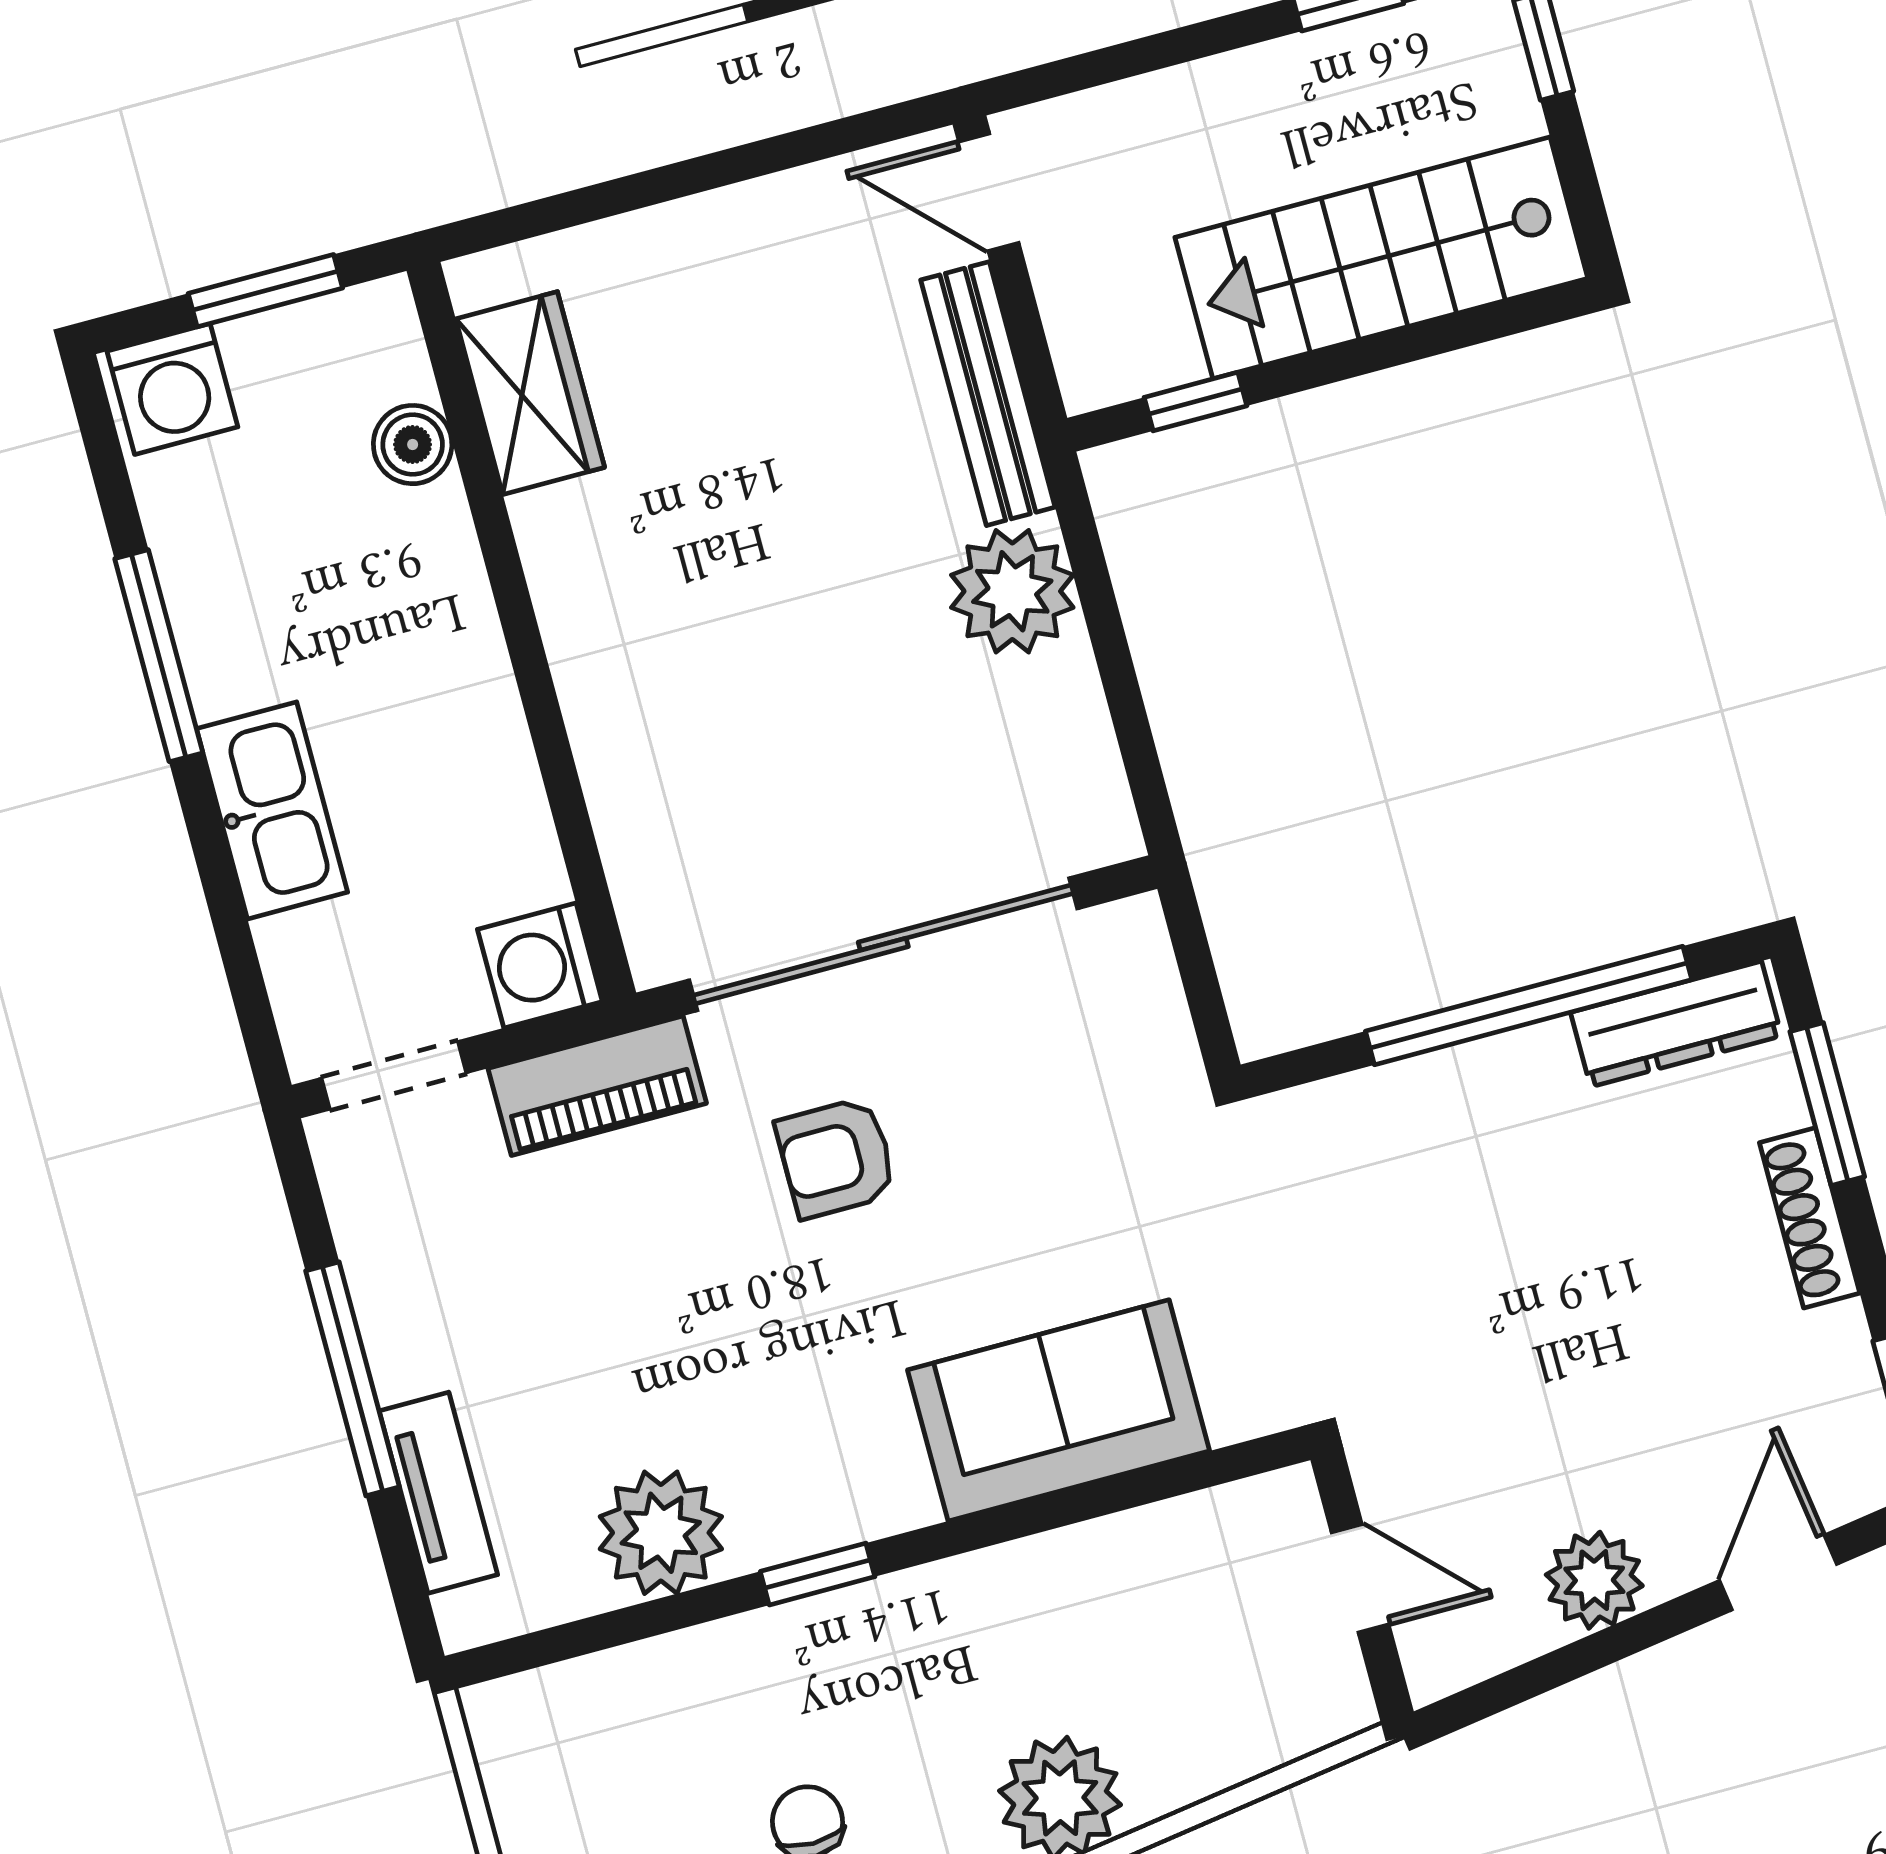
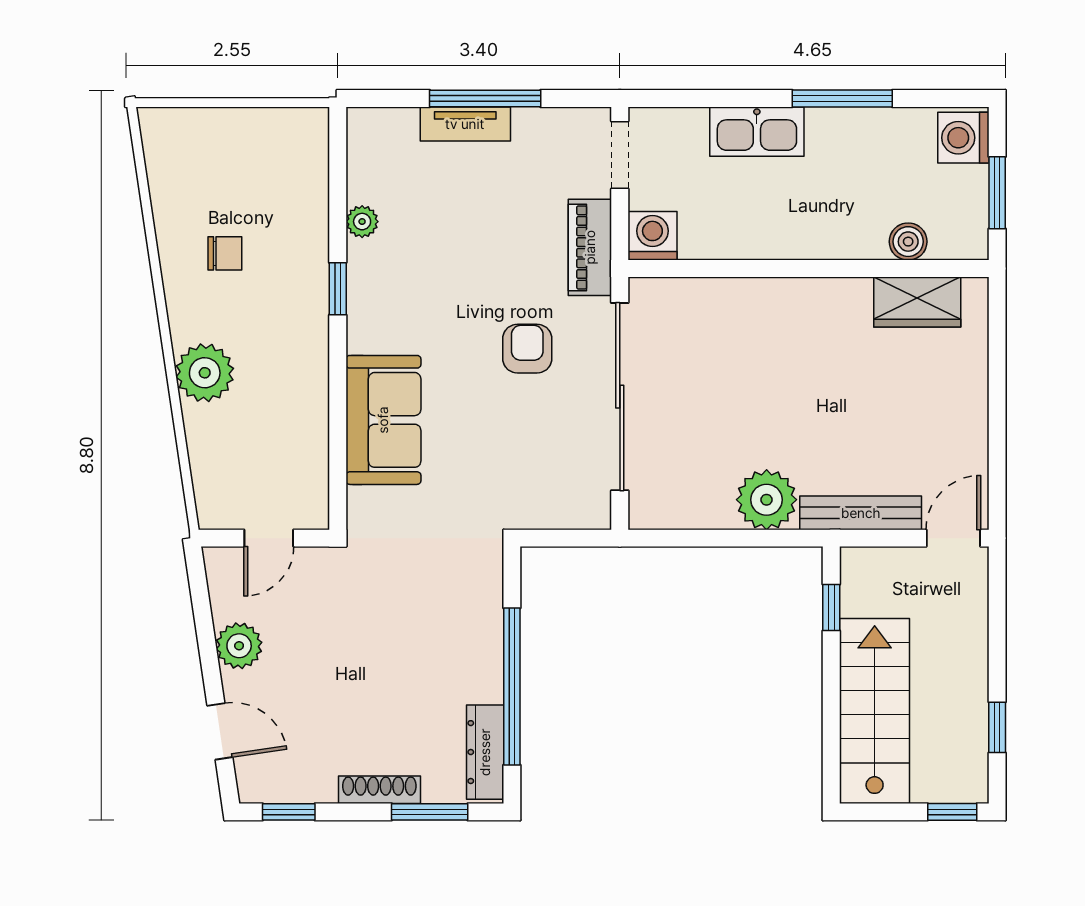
tv unit: (438, 1493) -> (465, 124), moved
plant: (661, 1533) -> (362, 222), width x0.53, depth x0.53

